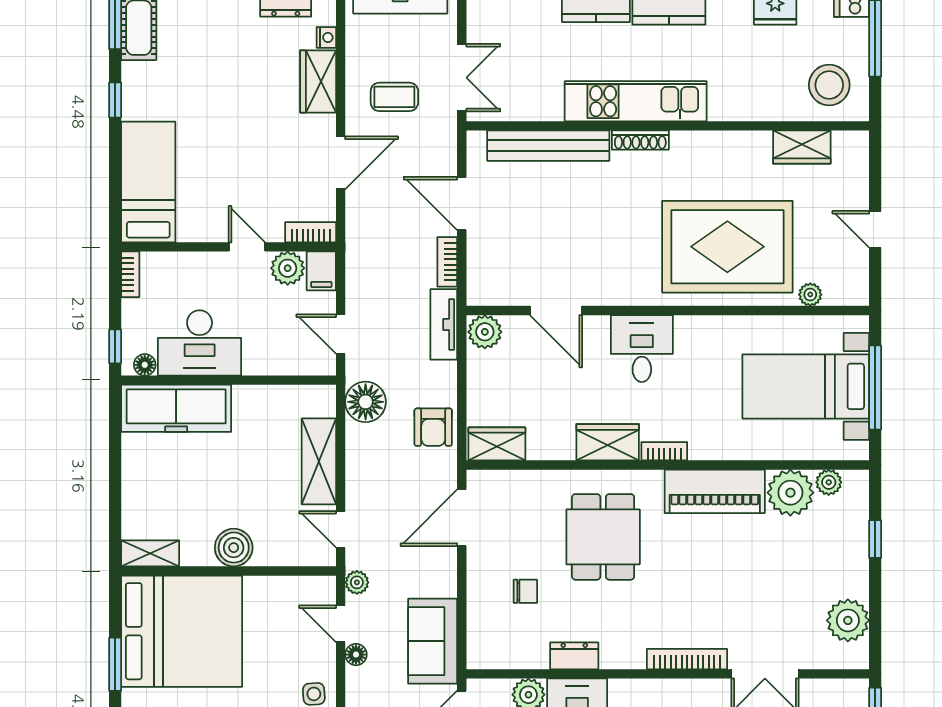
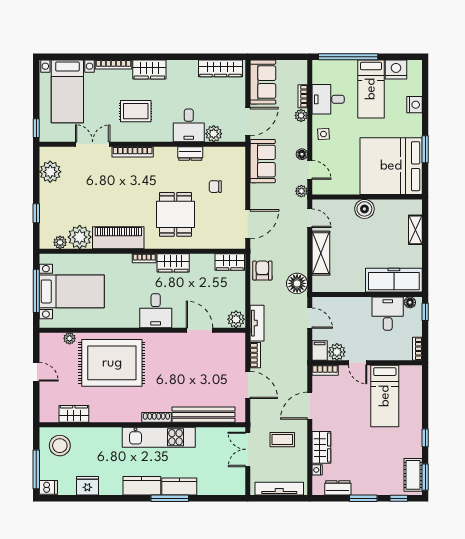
bed: (148, 182) -> (385, 396), moved
desk: (200, 343) -> (388, 314), width x0.73
shelving: (150, 553) -> (415, 230), moved, turned 90

